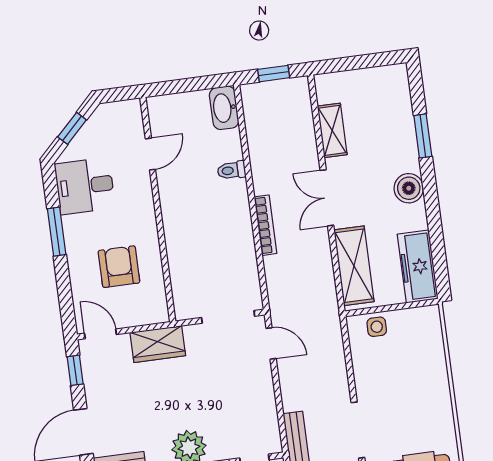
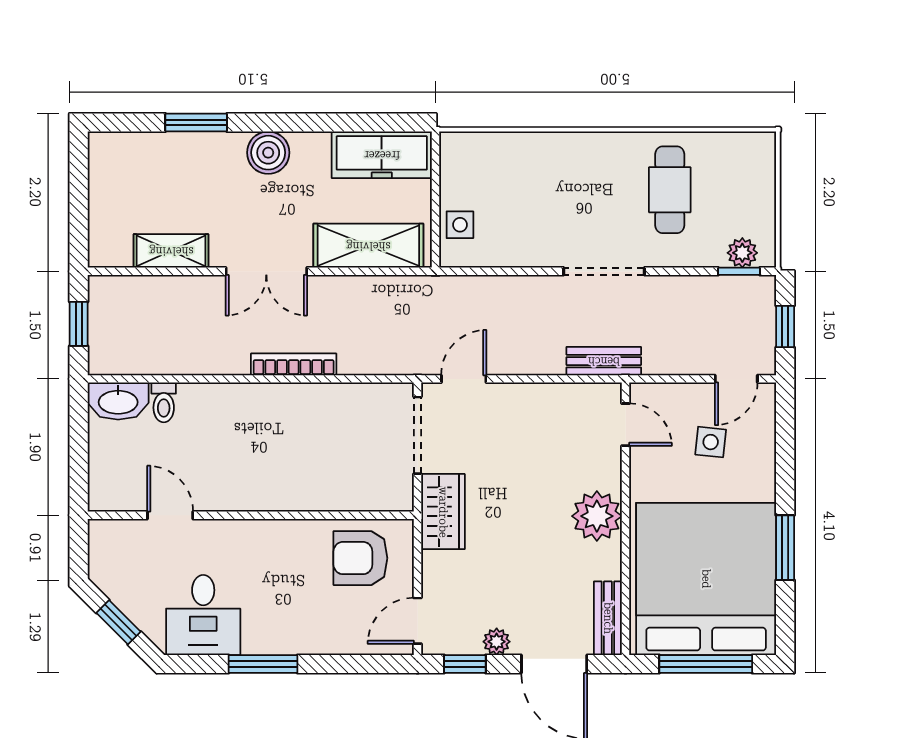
toilet: (231, 170) -> (164, 402), moved
armchair: (119, 267) -> (360, 558), moved
wardrobe: (158, 344) -> (443, 512), moved
plant: (93, 390) -> (497, 642), added

